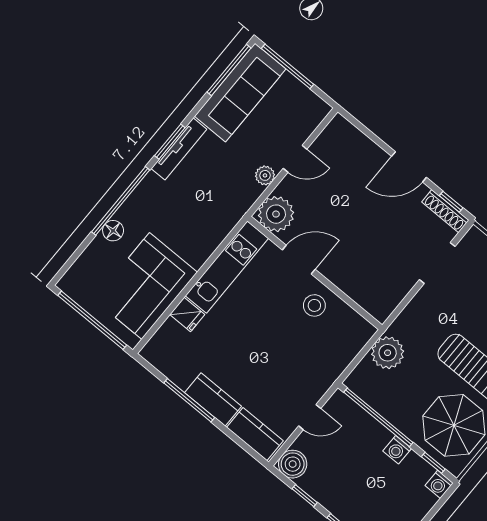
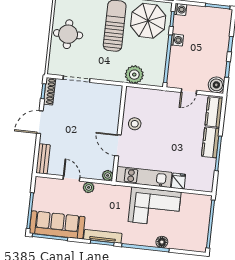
bench: (351, 136) -> (43, 159), added
door: (409, 167) -> (40, 122), swing flipped
plant: (276, 214) -> (108, 175), width x0.53, depth x0.53
corner sofa: (146, 286) -> (155, 207), moved
door: (310, 417) -> (189, 91), swing flipped

